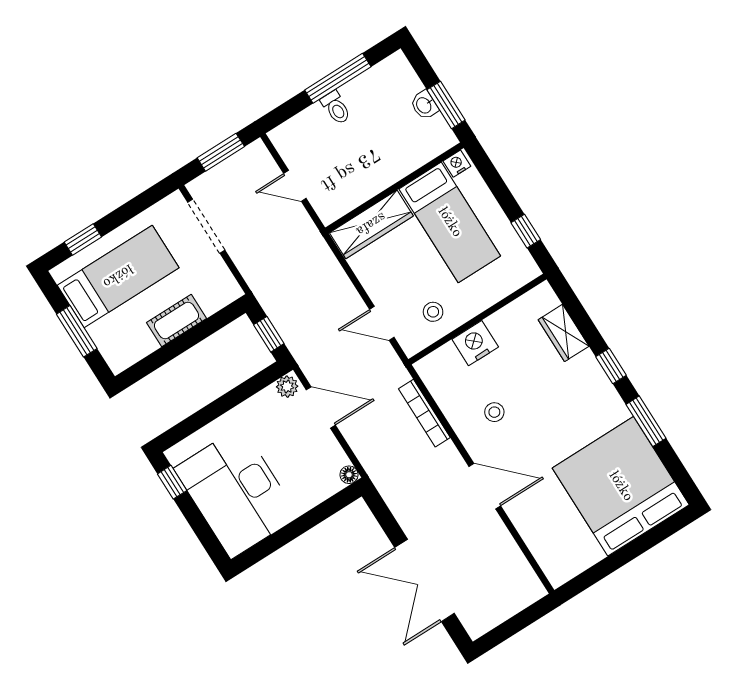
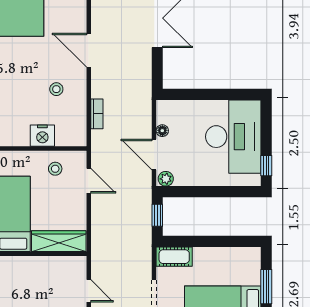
cot: (177, 321) -> (174, 257), moved
bookcase: (424, 413) -> (97, 114), width x0.64
floor lamp: (349, 475) -> (162, 131), moved

